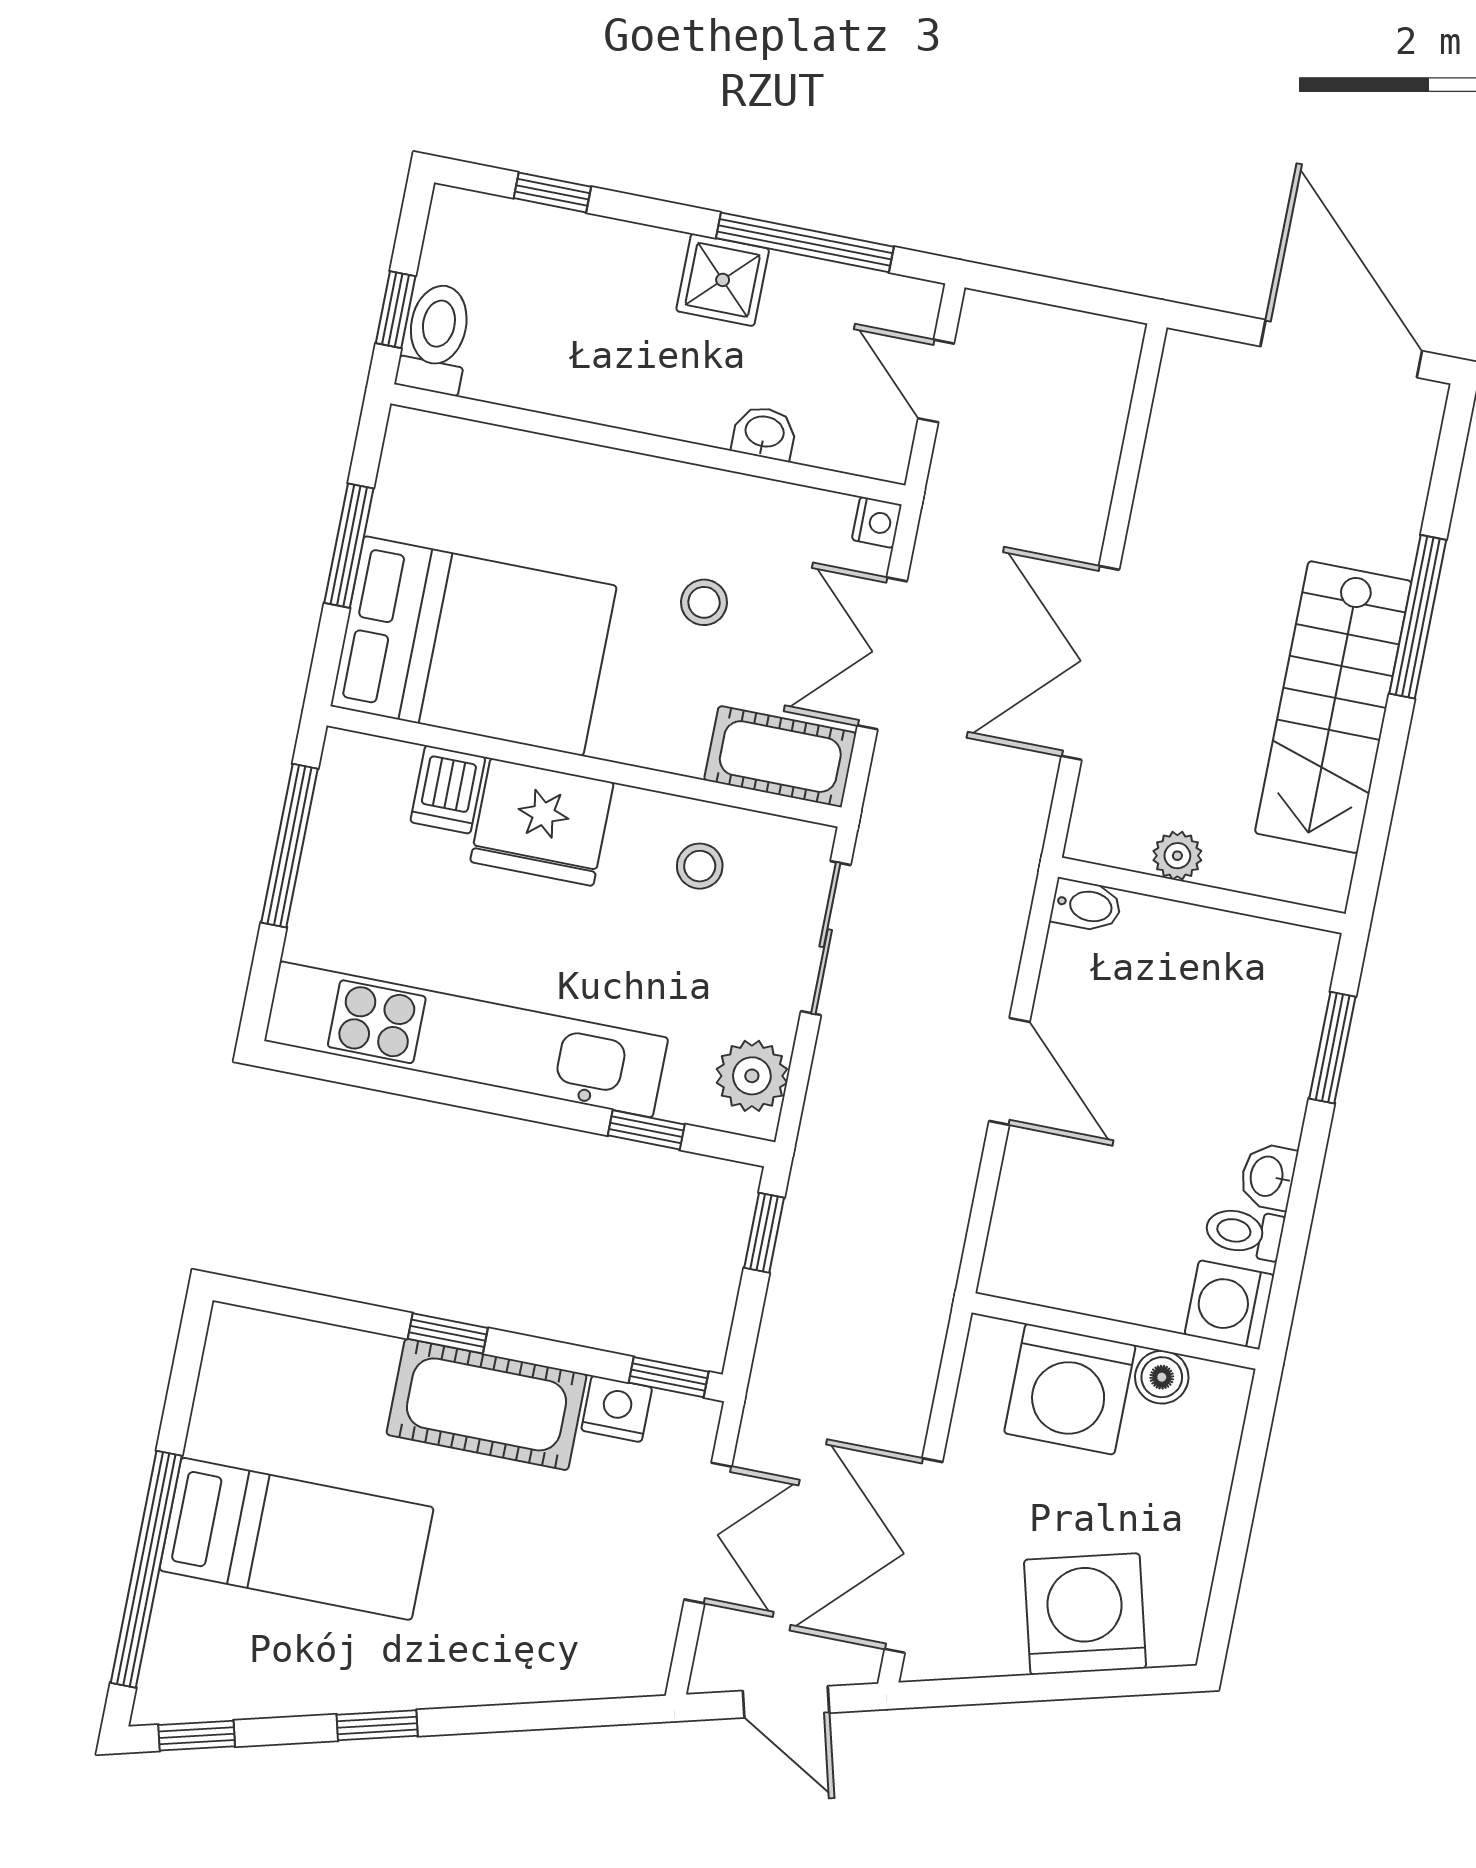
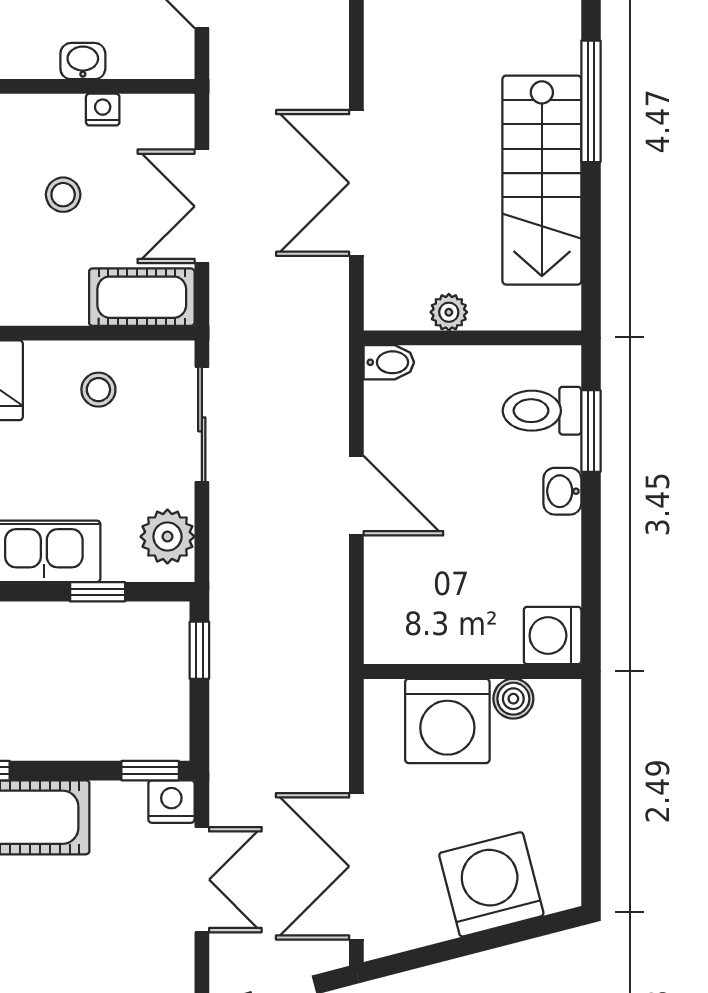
nightstand: (877, 522) -> (103, 110), moved, turned -90
washbasin: (1268, 1176) -> (562, 491), moved
toilet: (1244, 1232) -> (542, 411), moved, width x1.37, depth x1.39
nightstand: (617, 1409) -> (171, 802), moved

